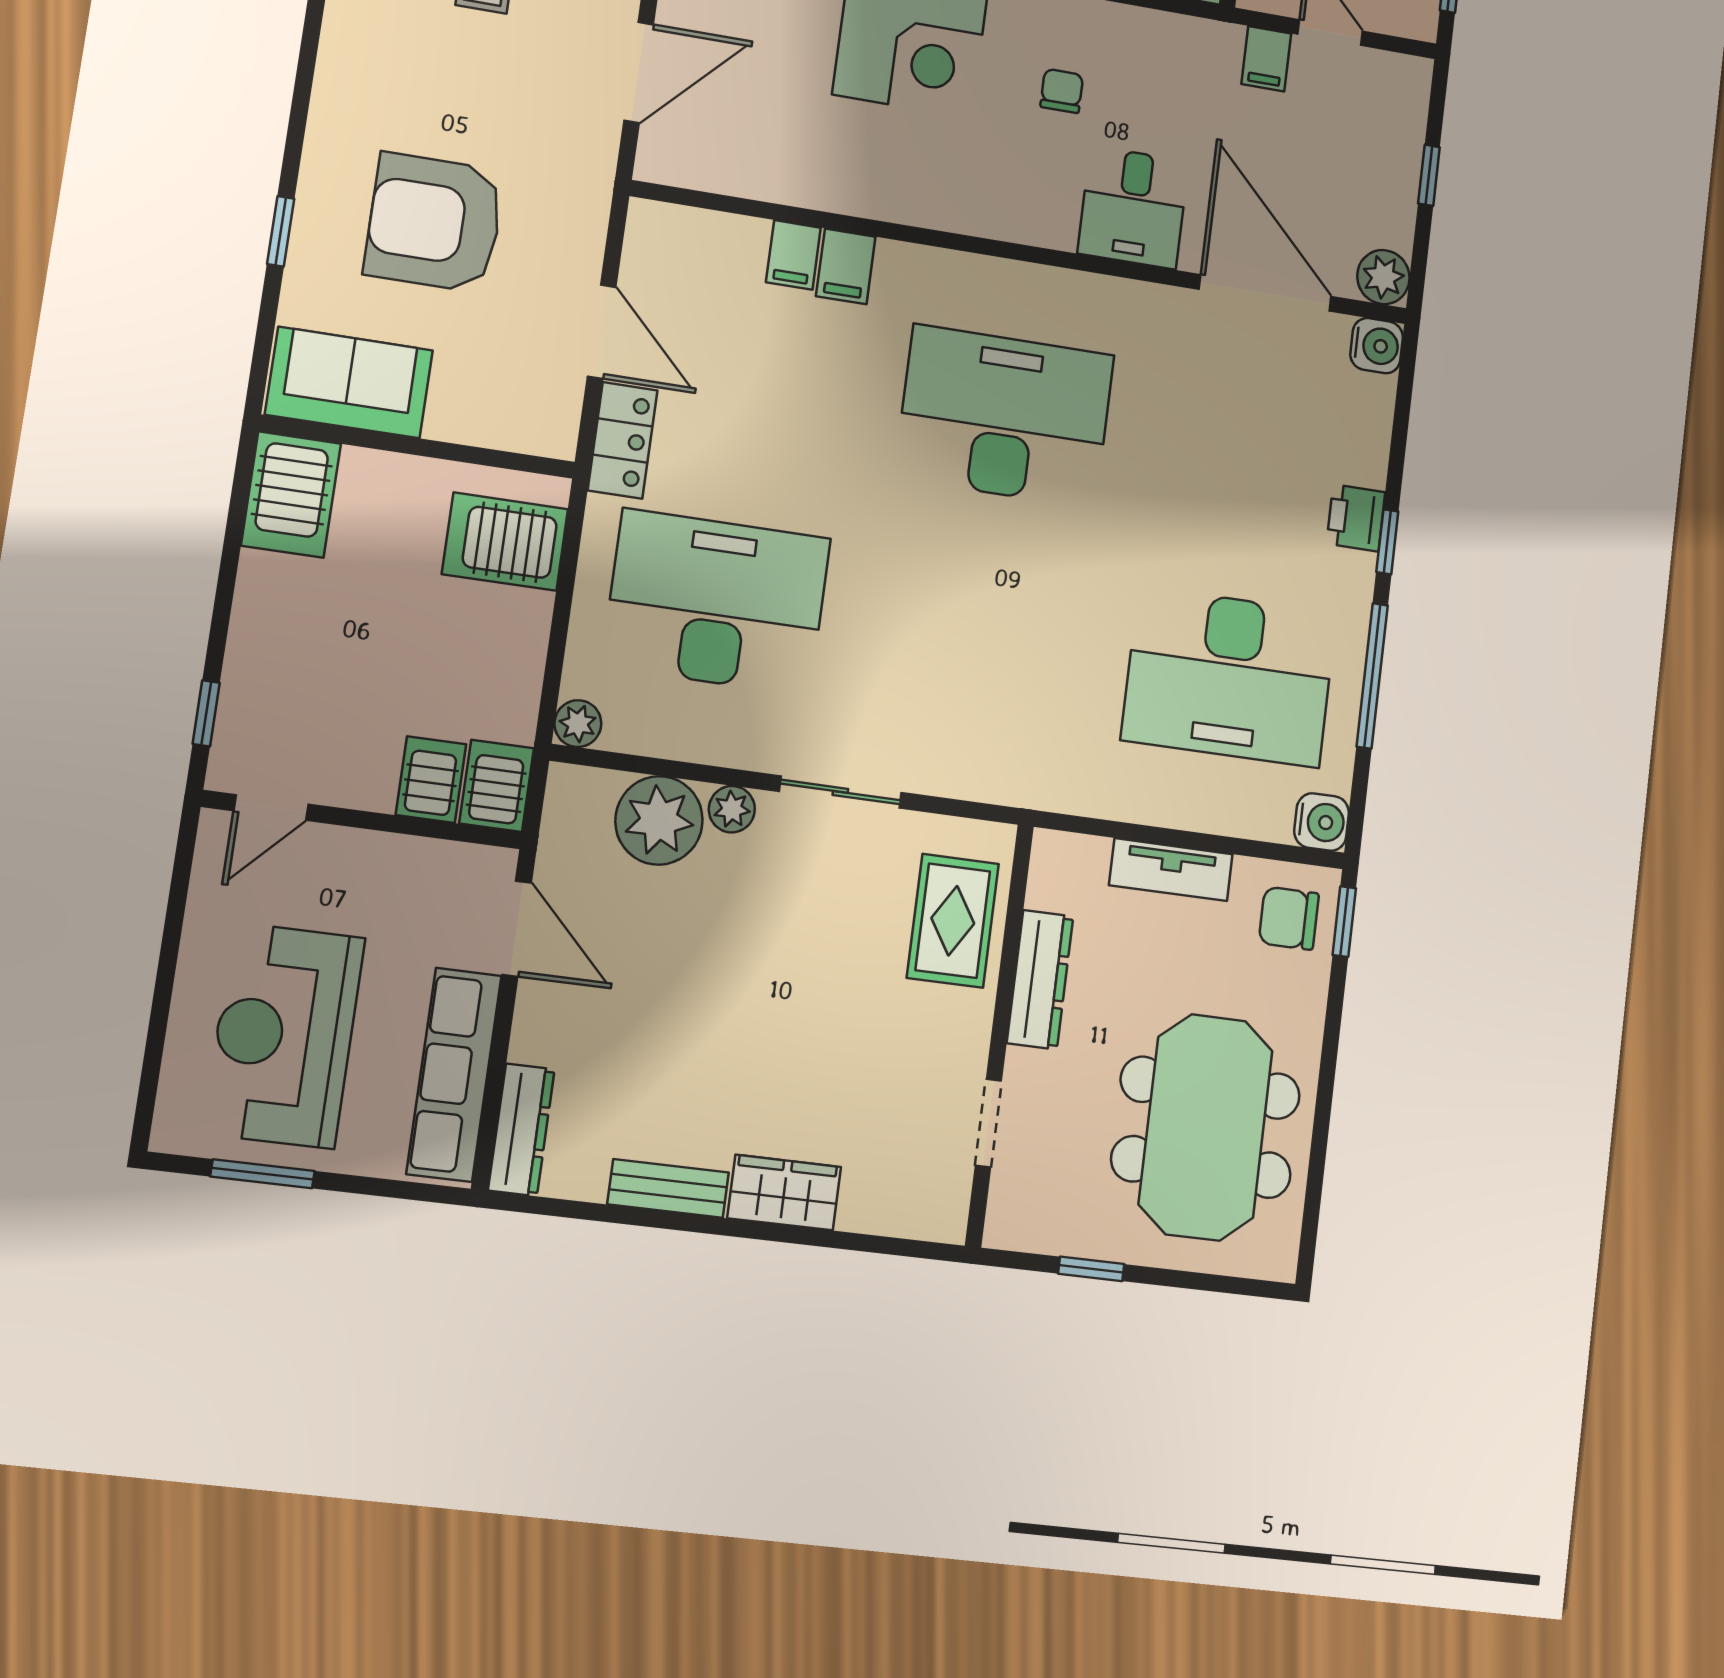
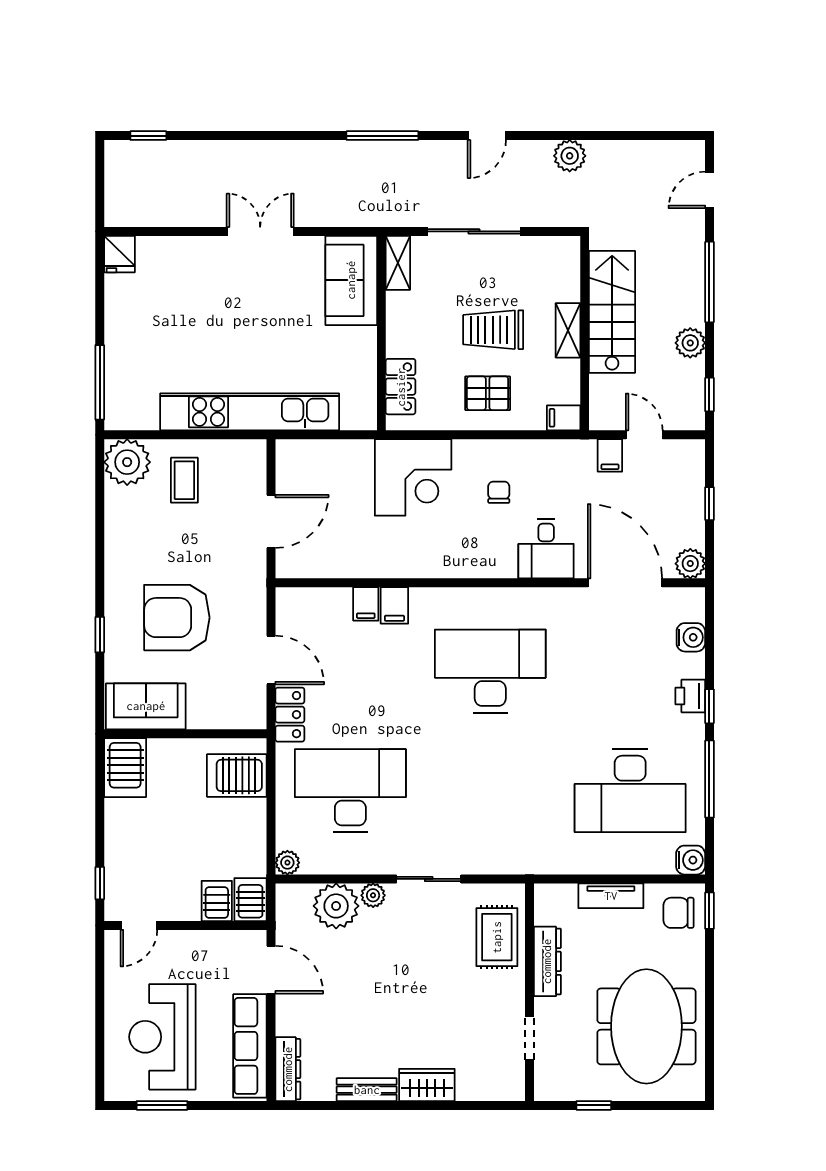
water cooler: (1377, 346) -> (691, 637), moved

